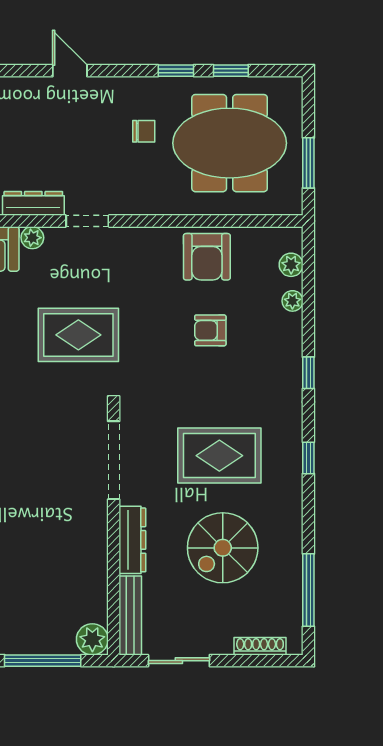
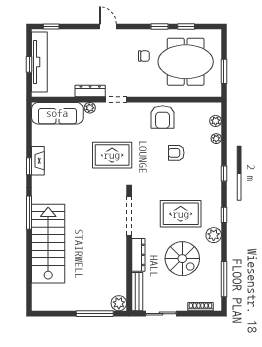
armchair: (207, 257) -> (163, 117), moved
plant: (287, 499) -> (214, 235), added
spiral stairs: (223, 548) -> (182, 259), turned -90

